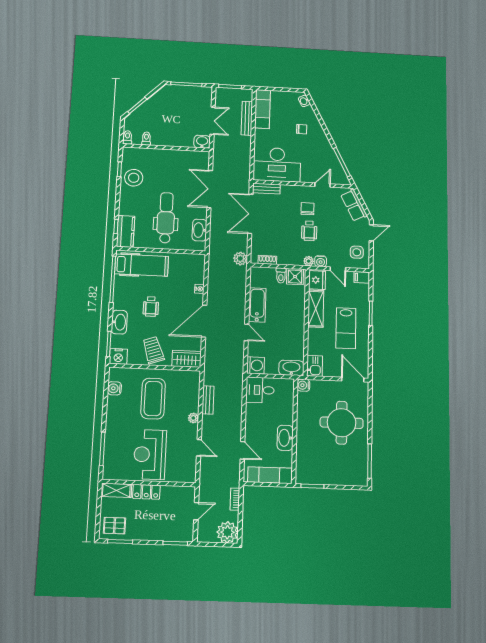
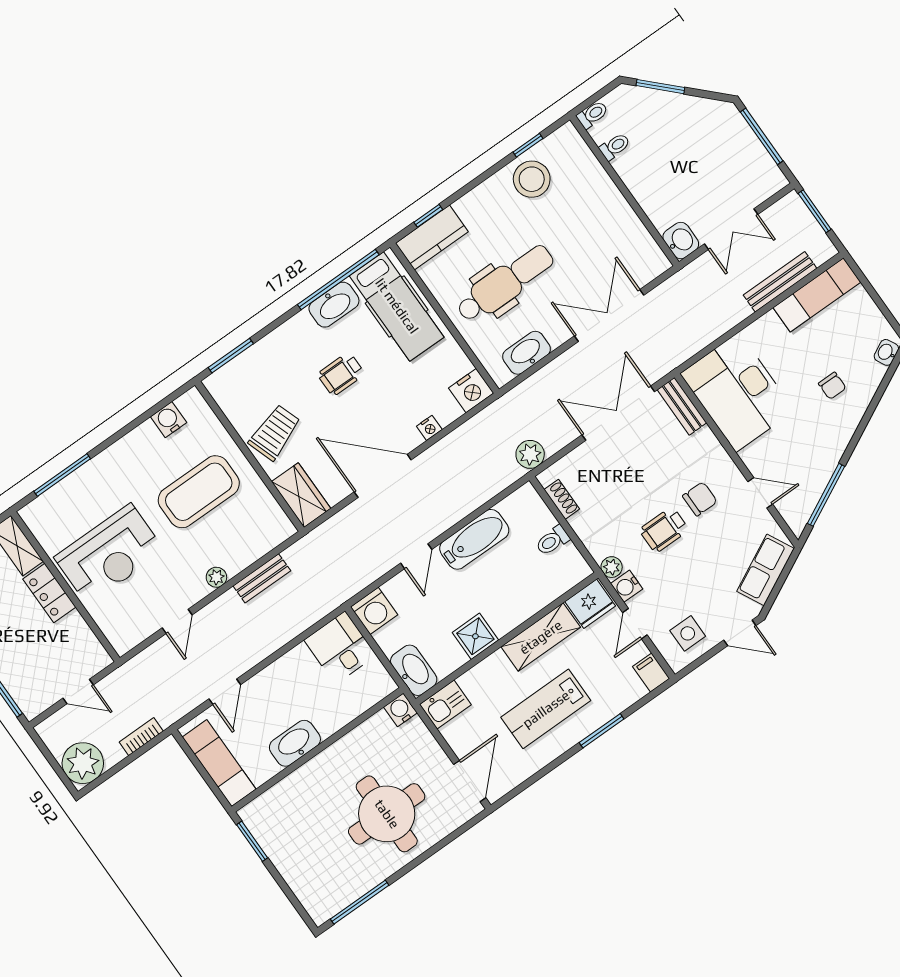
shower: (295, 277) -> (475, 636), moved
washbasin: (119, 322) -> (334, 305), moved
nightstand: (118, 356) -> (471, 391), moved, turned -90
reception desk: (150, 454) -> (109, 554), turned 180

